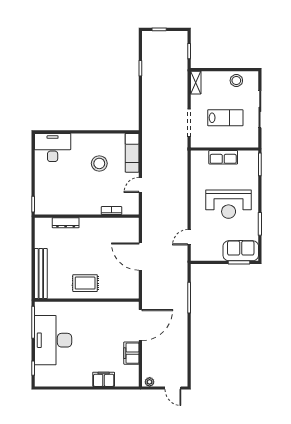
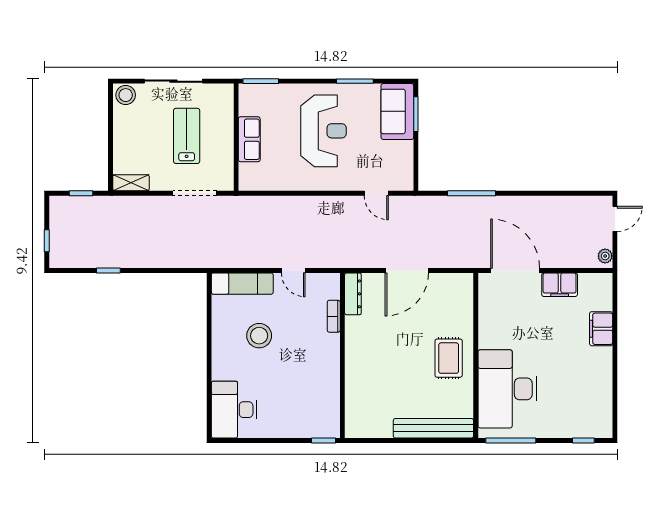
stool: (236, 80) -> (126, 95), moved
dresser: (66, 223) -> (353, 294), moved
desk: (53, 340) -> (507, 389), moved, turned 90

